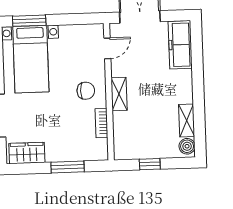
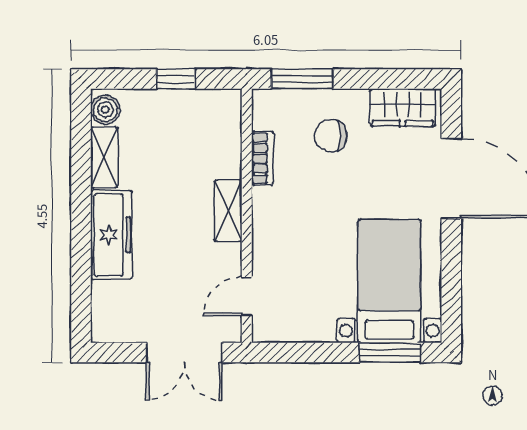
freezer: (180, 45) -> (111, 235), moved
chair: (86, 91) -> (331, 136), moved
window: (68, 167) -> (302, 79), moved

